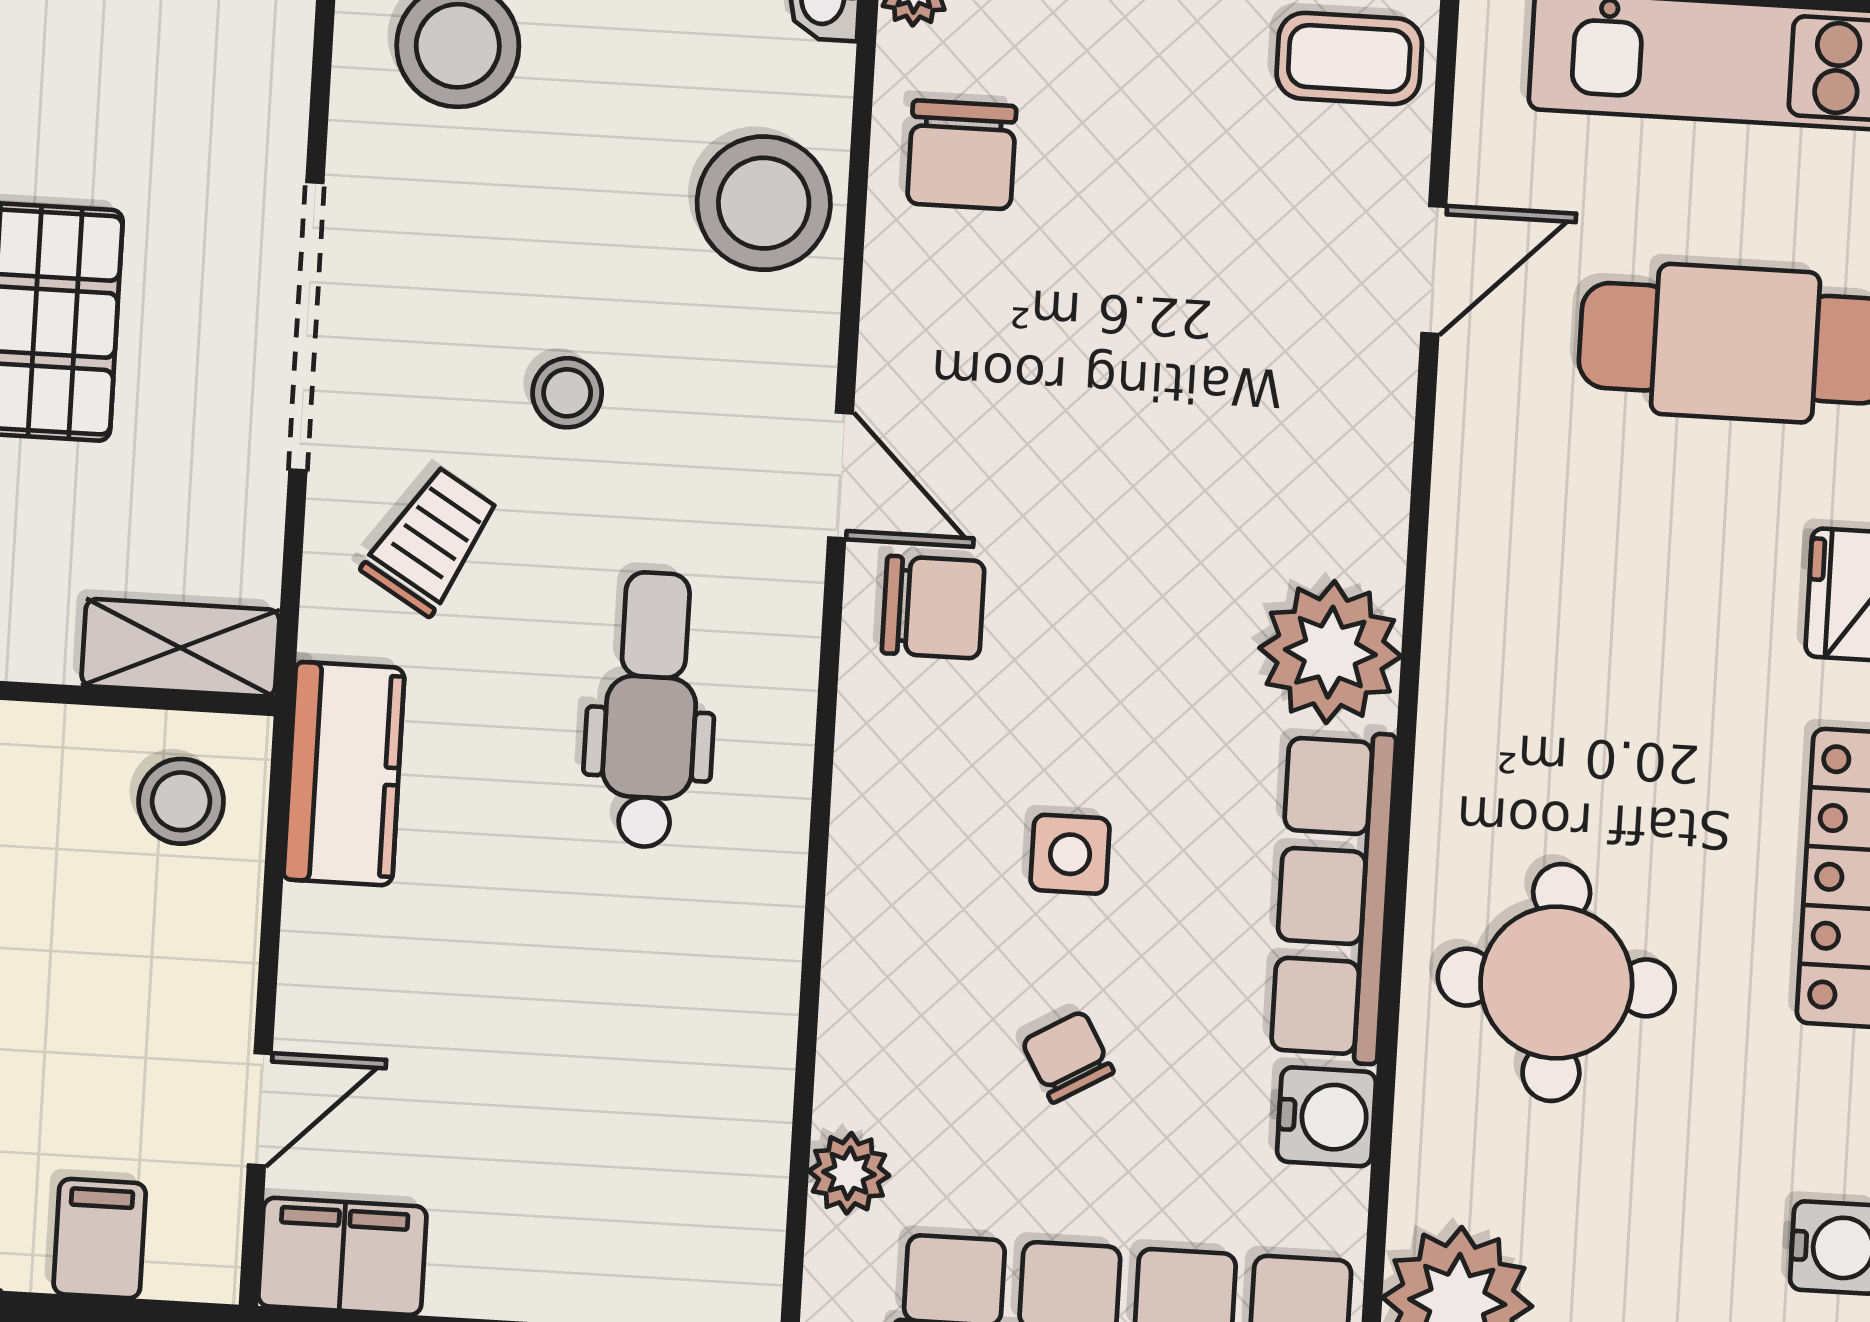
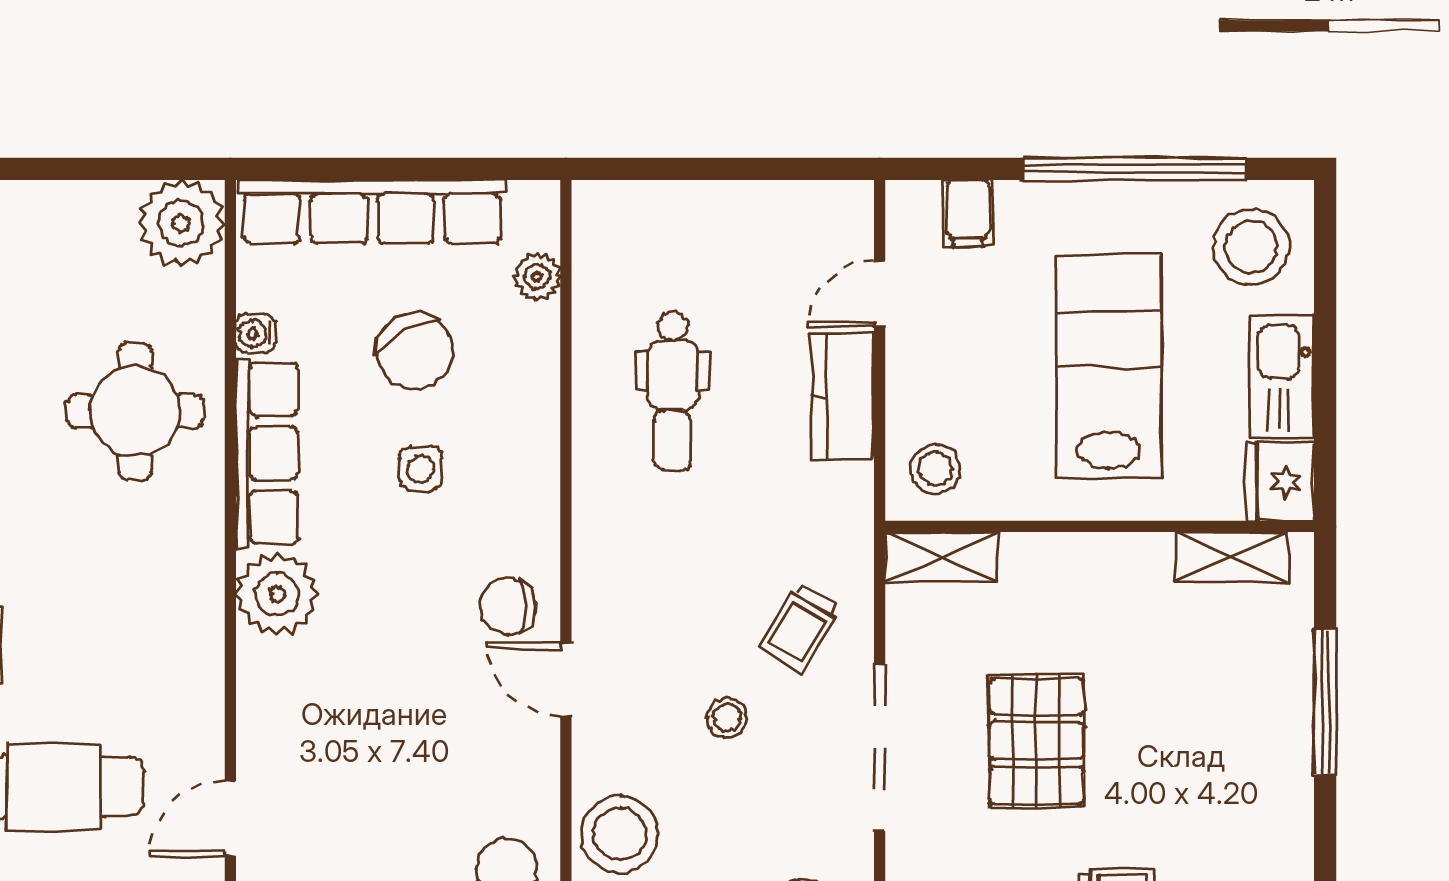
dental chair: (651, 710) -> (673, 391), moved
kitchen counter: (344, 774) -> (842, 397), moved
chair: (1068, 1057) -> (415, 351), width x1.87, depth x1.87
water cooler: (1327, 1117) -> (256, 333), width x0.72, depth x0.72
filing cabinet: (342, 1256) -> (827, 211), removed

